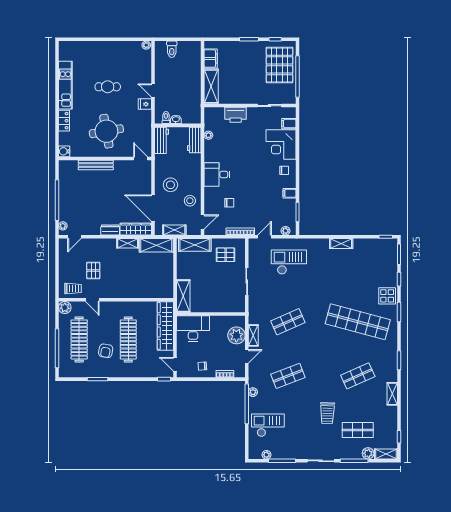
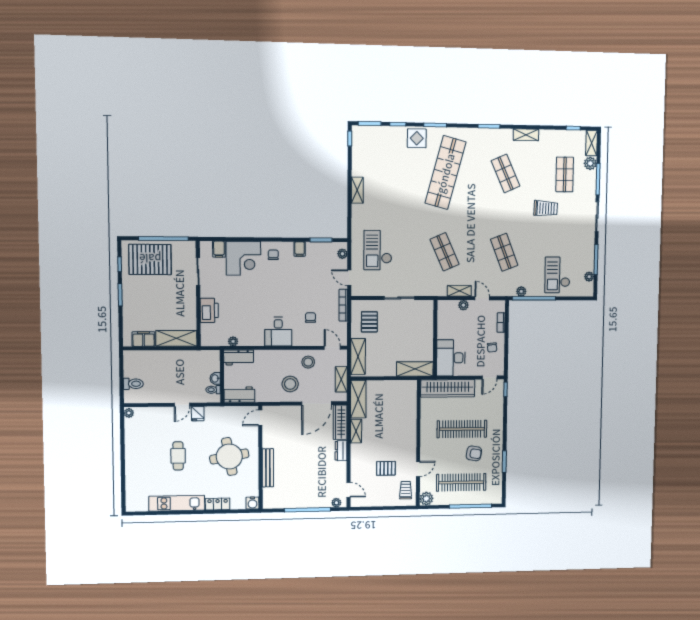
plant: (236, 335) -> (463, 305), width x0.53, depth x0.53

